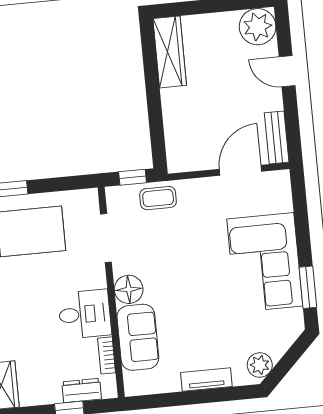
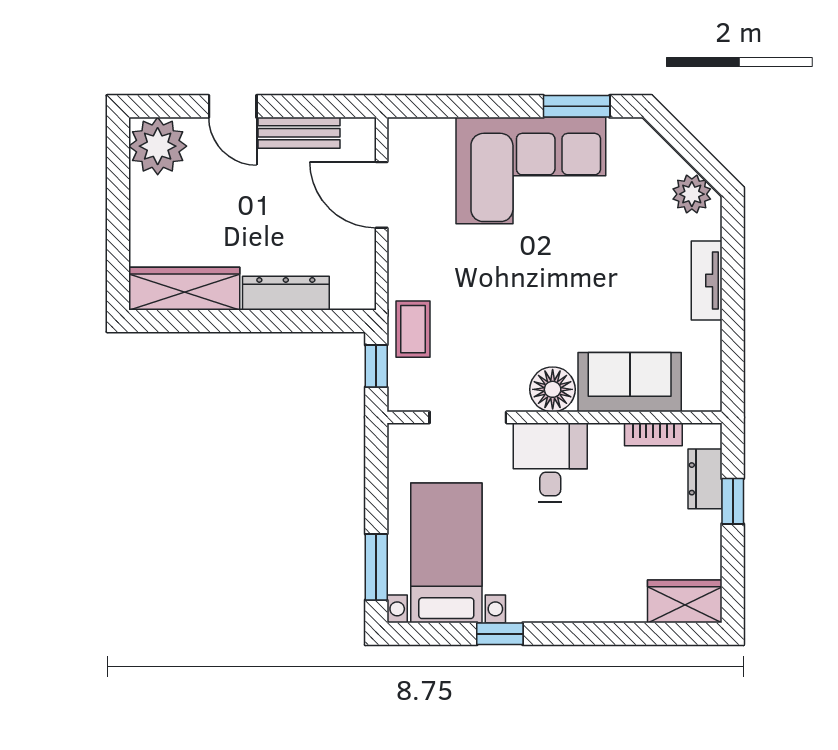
door: (287, 71) -> (233, 106), hinge flipped
dresser: (173, 116) -> (286, 293), added
bench: (277, 137) -> (299, 133), moved
desk: (85, 314) -> (550, 463), moved

